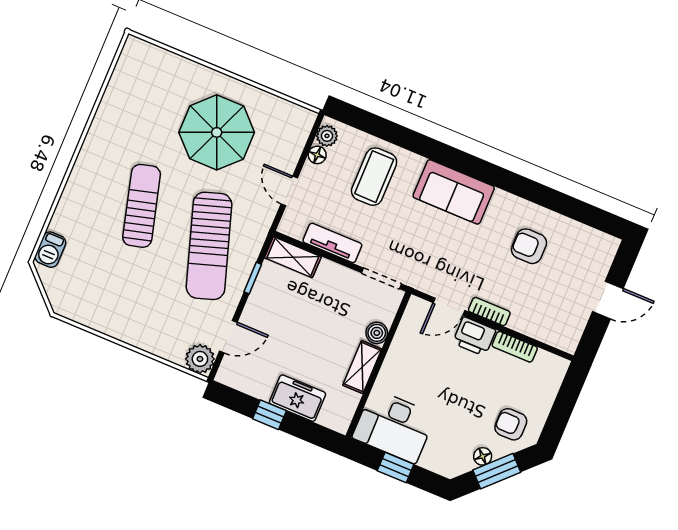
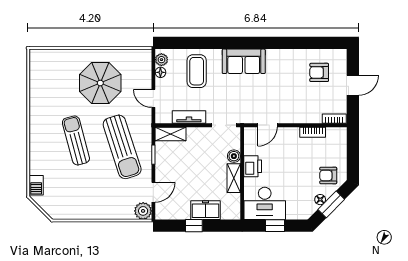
armchair: (529, 246) -> (319, 72), moved
bookcase: (489, 312) -> (334, 119), moved
printer: (474, 336) -> (253, 166), moved, turned -90

